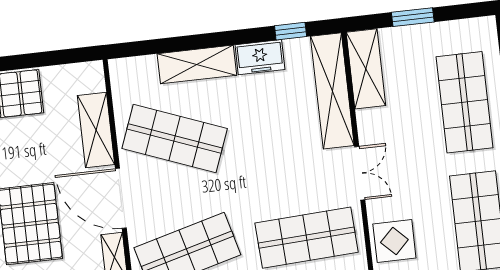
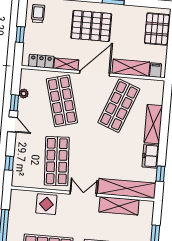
shelving: (366, 69) -> (119, 206), moved
filing cabinet: (91, 81) -> (156, 70), added
double door: (360, 173) -> (83, 194), swing flipped

